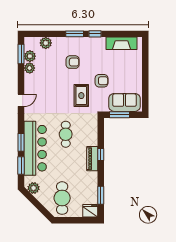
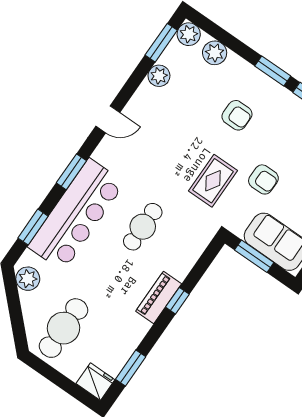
plant: (30, 56) -> (189, 34), moved
window: (21, 142) -> (71, 172), moved

